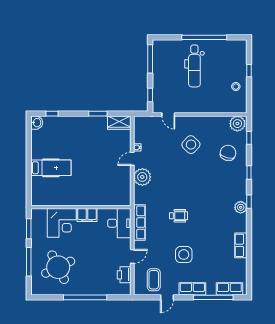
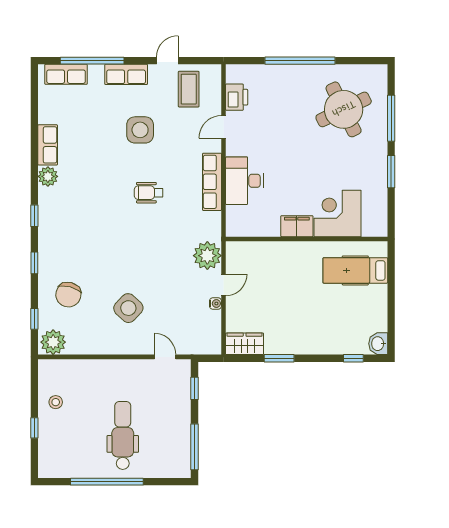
wall: (81, 207) -> (307, 239), moved
plant: (241, 207) -> (48, 176), moved
filing cabinet: (87, 215) -> (297, 226), moved
corner desk: (62, 223) -> (338, 213), moved

